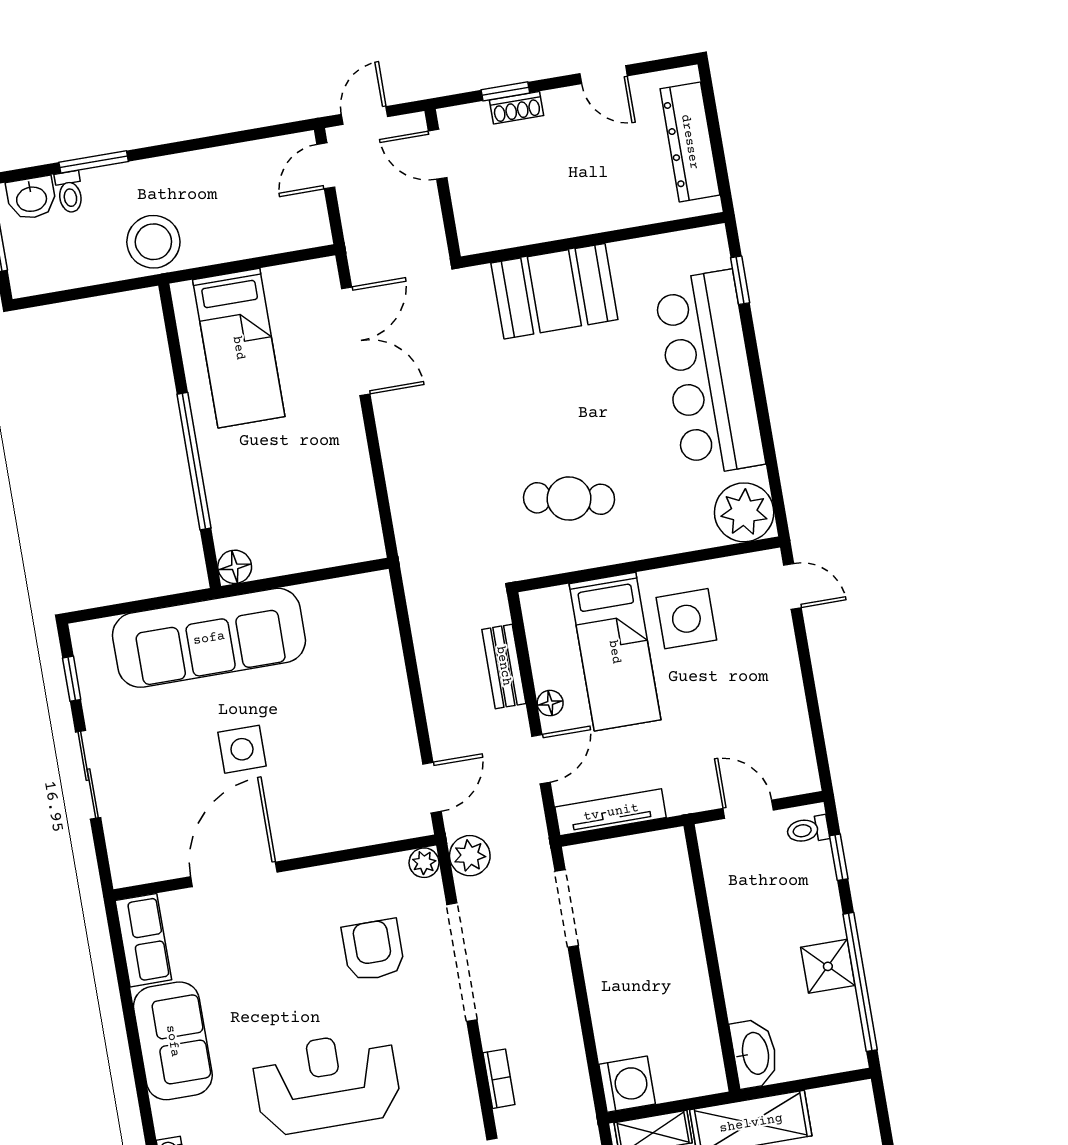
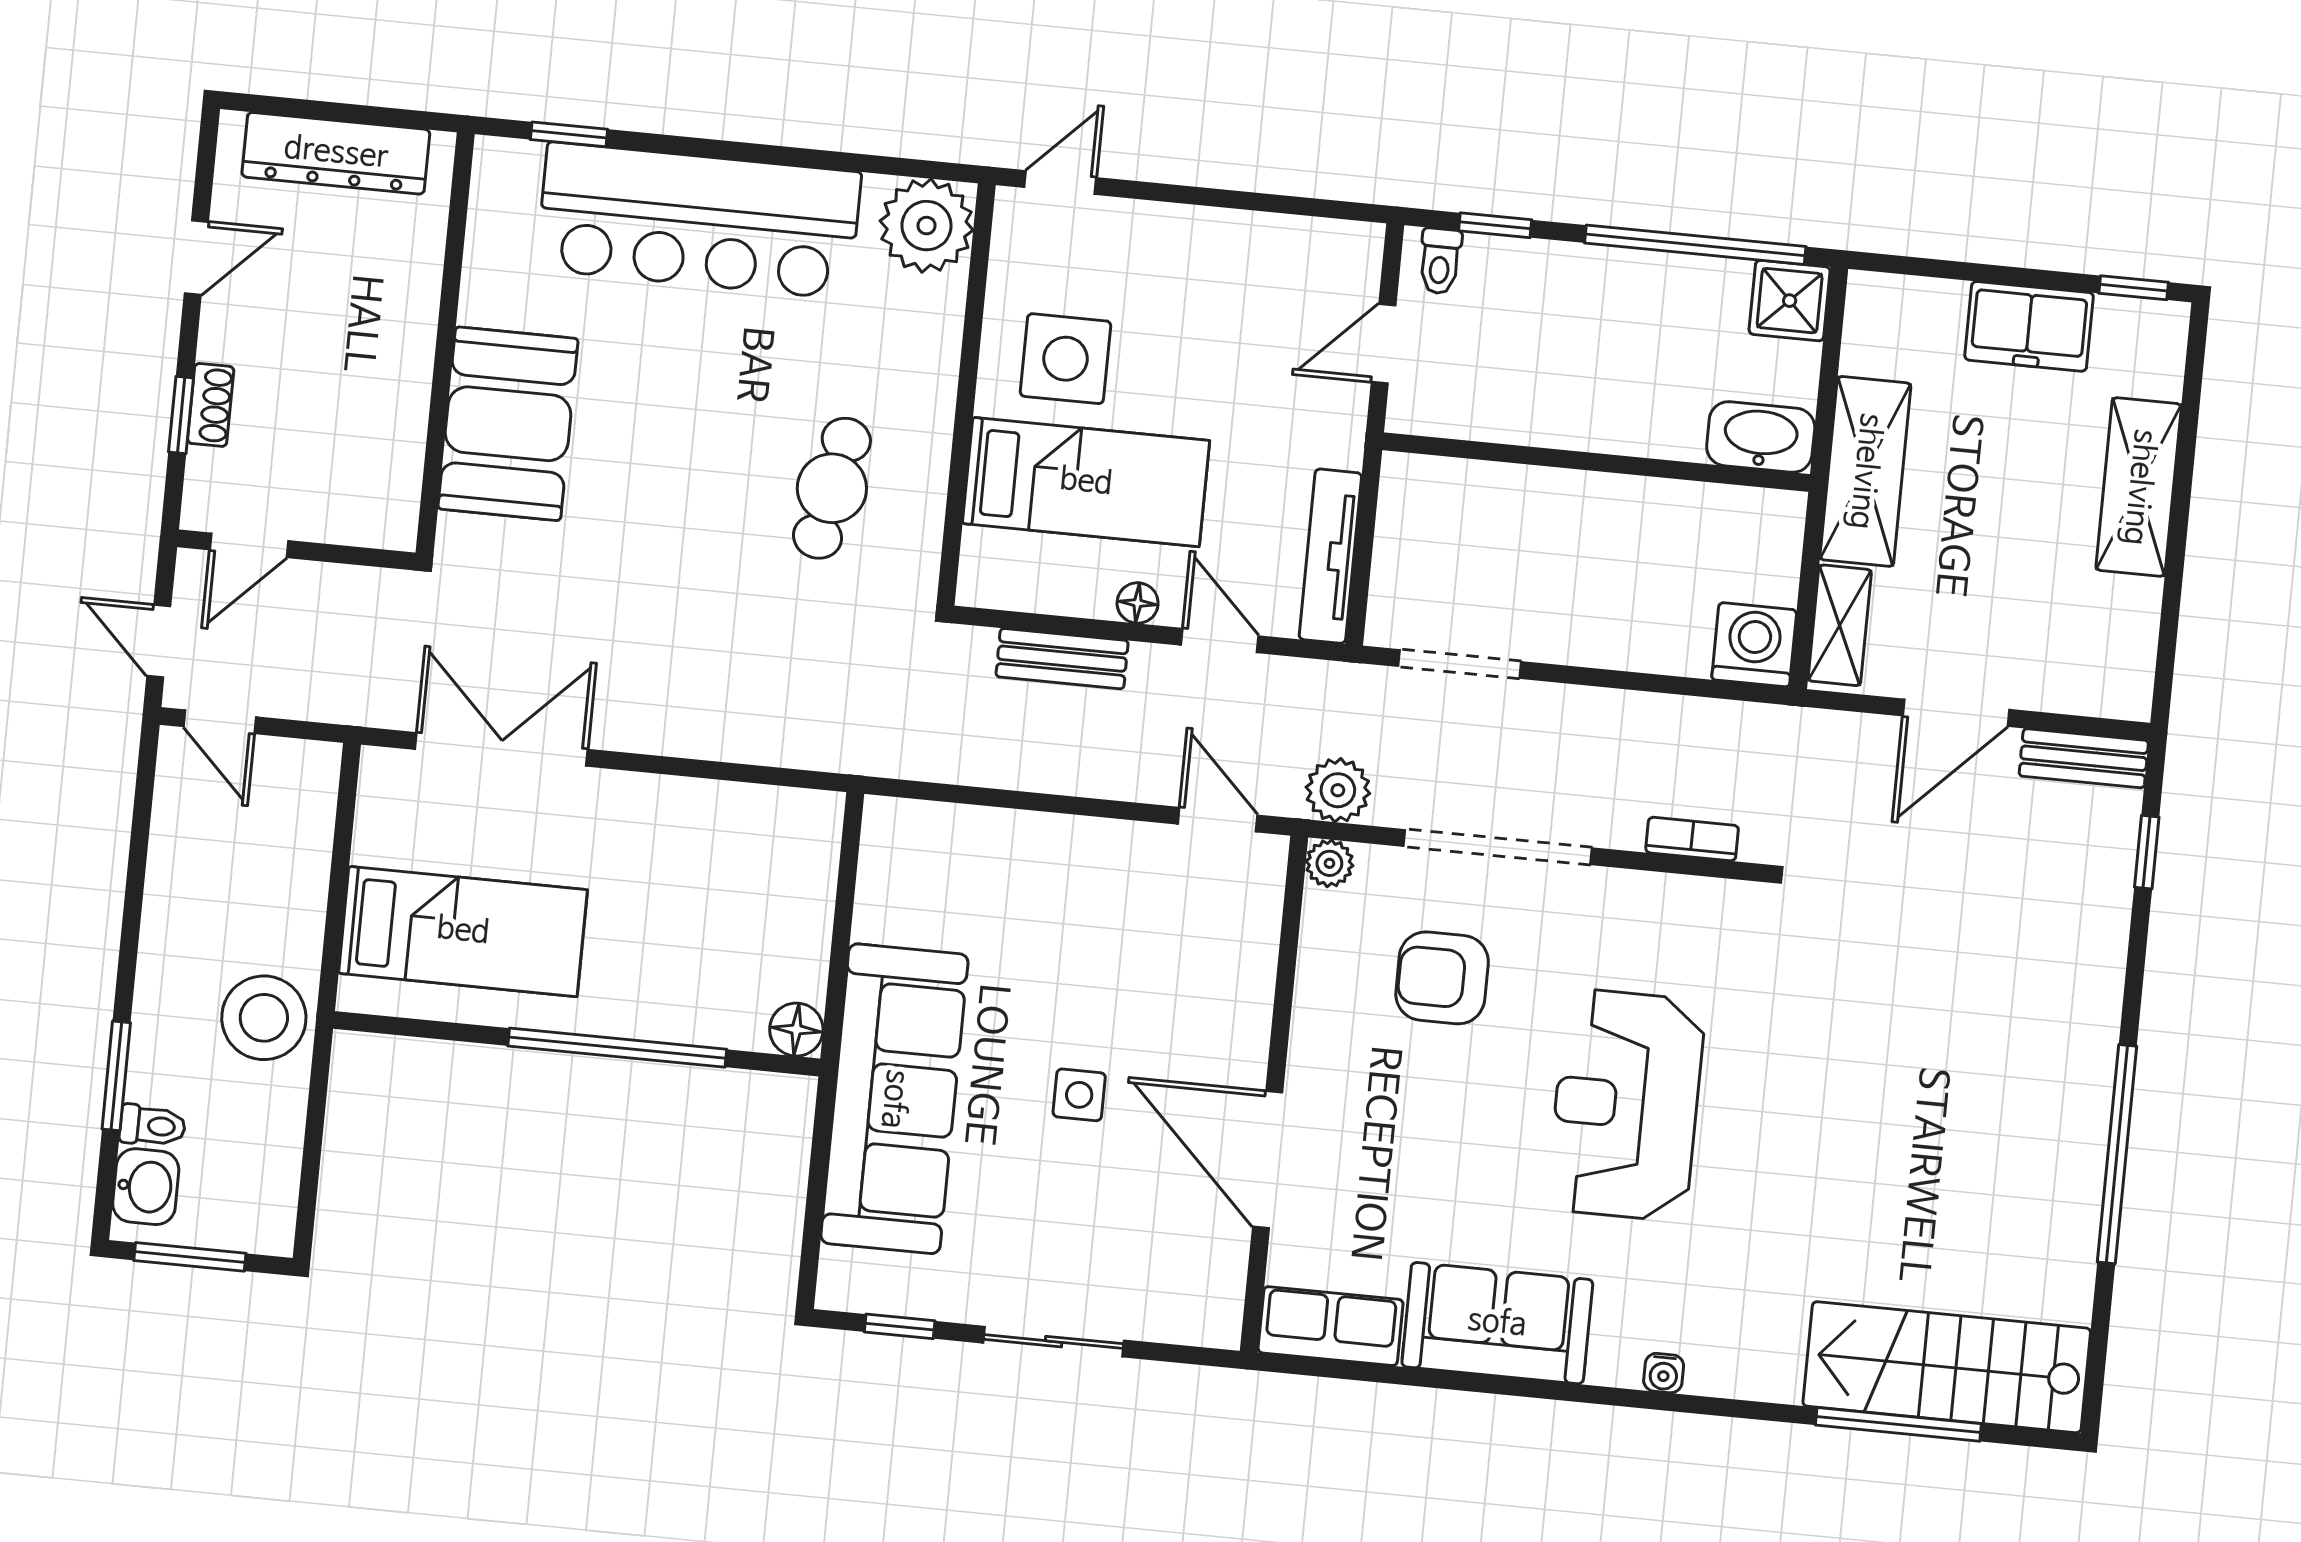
side table: (242, 749) -> (1079, 1095), width x0.73, depth x0.73
shower: (828, 966) -> (1790, 301), moved

